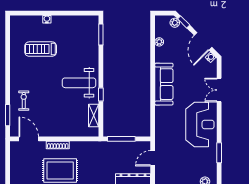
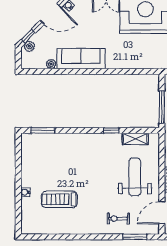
treadmill: (41, 49) -> (59, 199), turned 90
weight bench: (79, 83) -> (135, 177), moved, turned 180
sofa: (164, 84) -> (81, 59), moved

